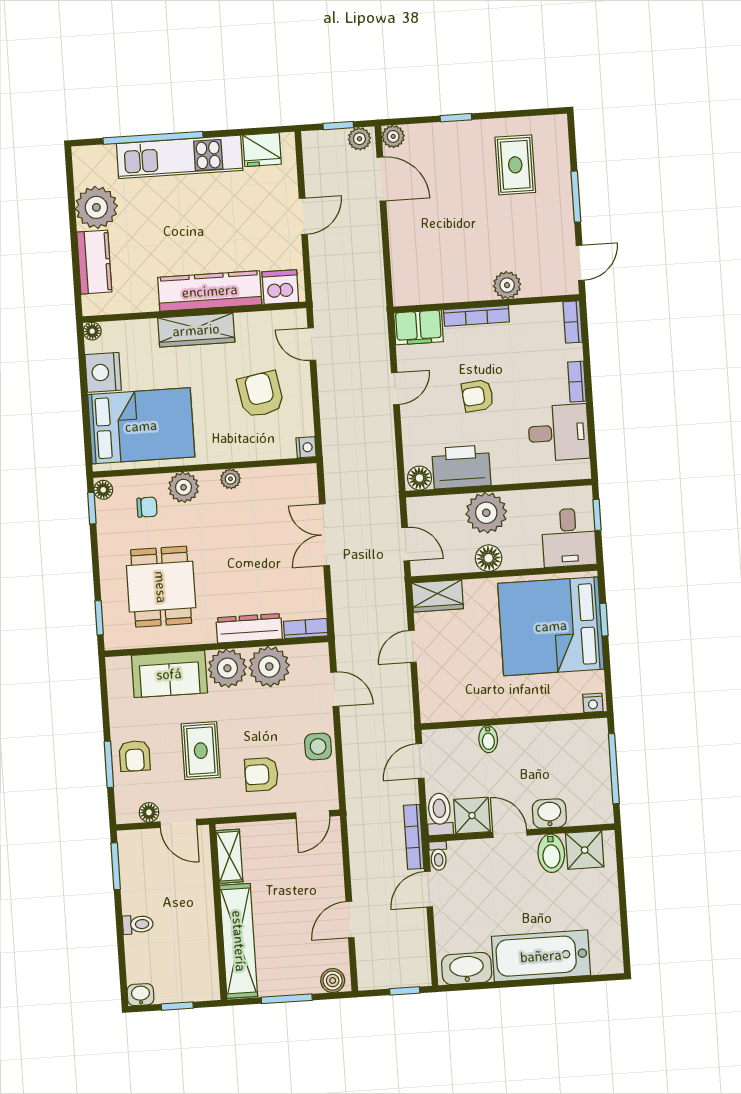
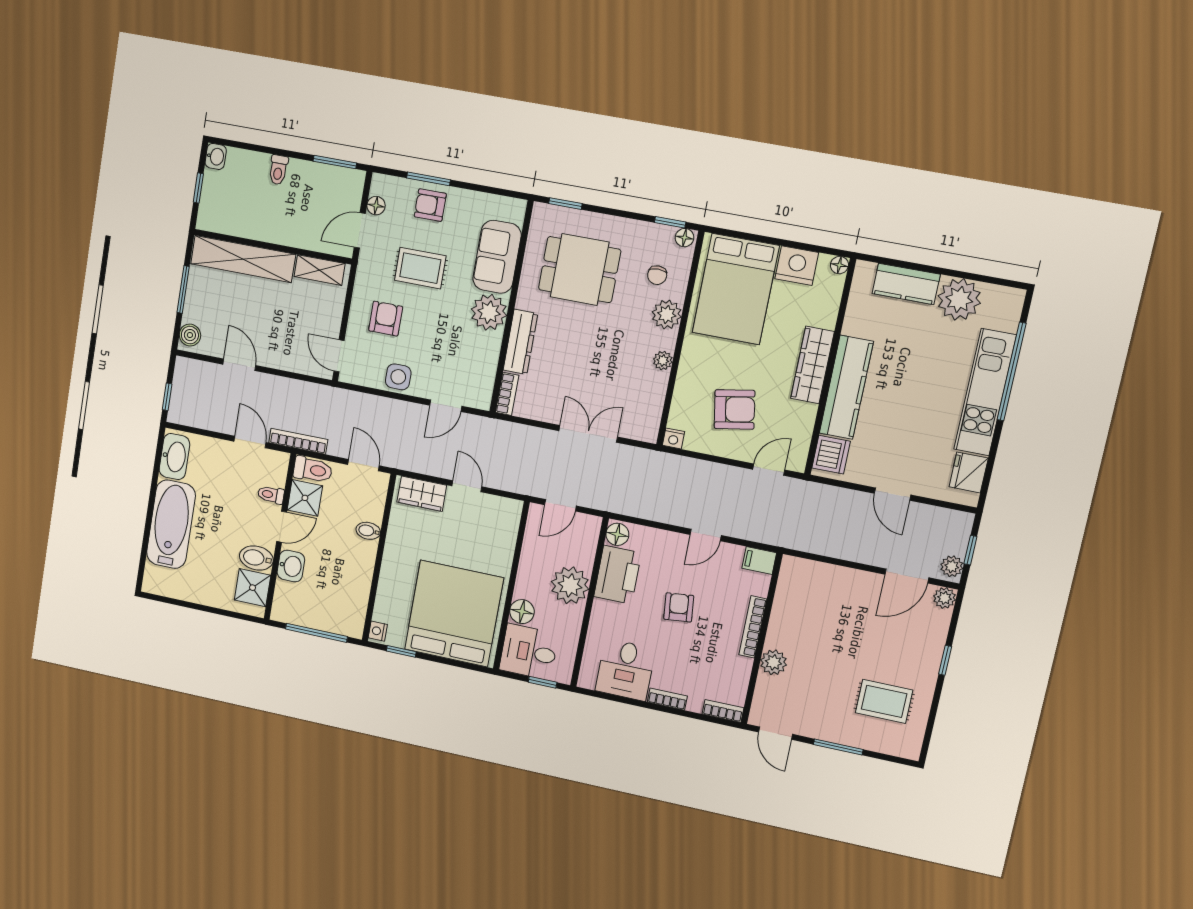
filing cabinet: (418, 327) -> (759, 561), width x0.50
door: (395, 389) -> (706, 535), hinge flipped
floor lamp: (489, 558) -> (522, 612), moved
wardrobe: (437, 596) -> (422, 494), moved, turned -90
window: (604, 620) -> (401, 651), moved
plant: (269, 667) -> (481, 351), removed
toilet: (438, 856) -> (271, 495), moved

